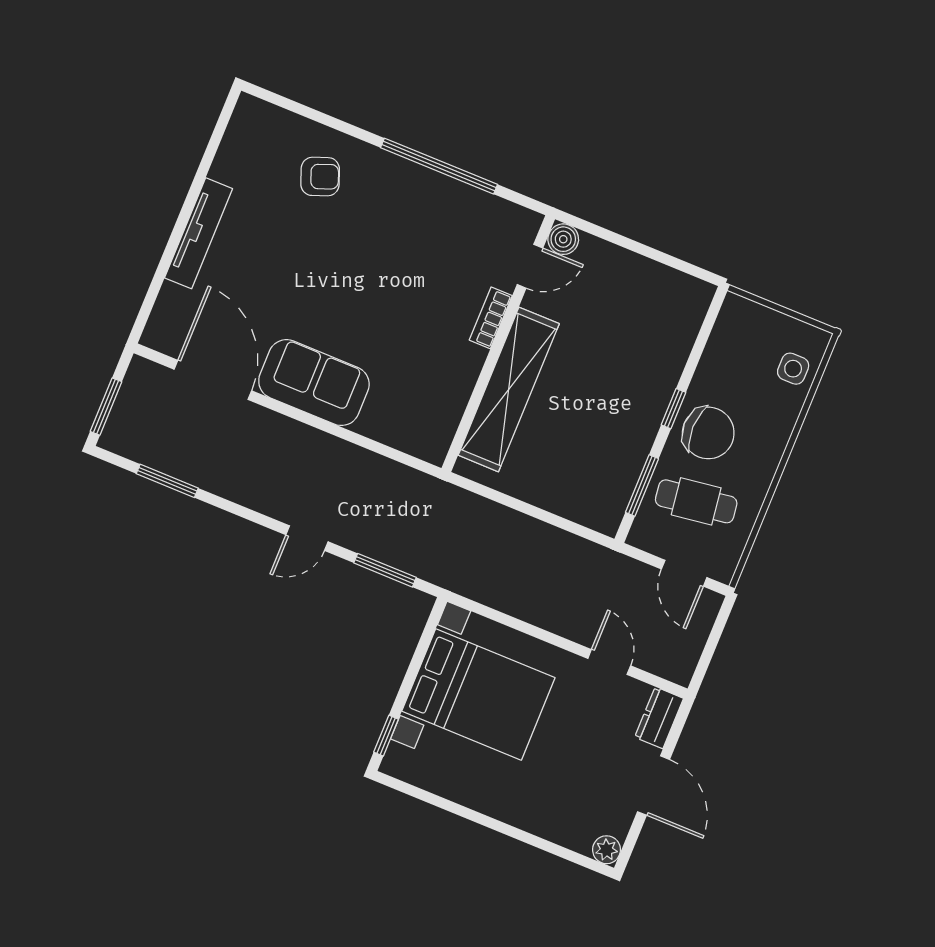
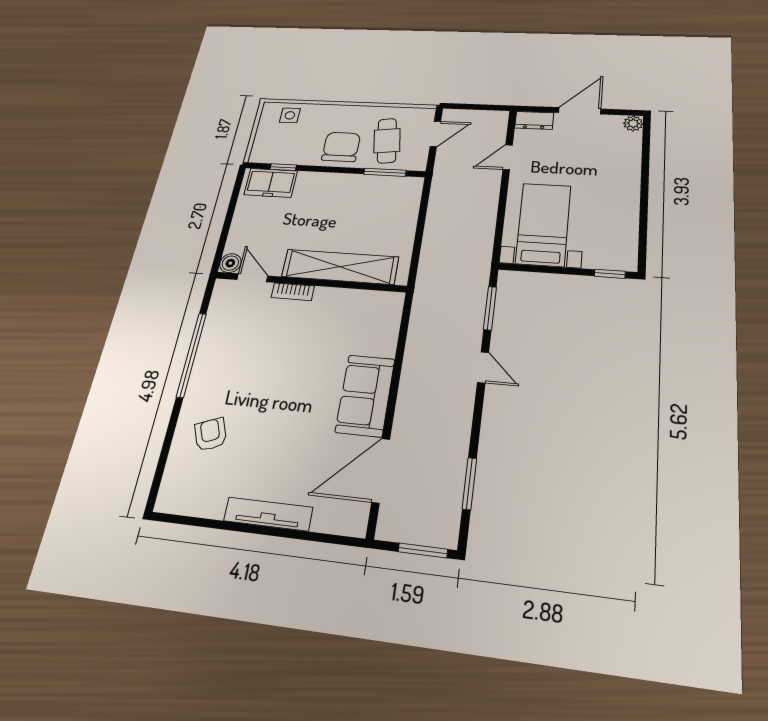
freezer: (679, 318) -> (271, 183), added
window: (674, 409) -> (283, 167), moved
bed with nightstands: (478, 694) -> (543, 224), width x0.73

